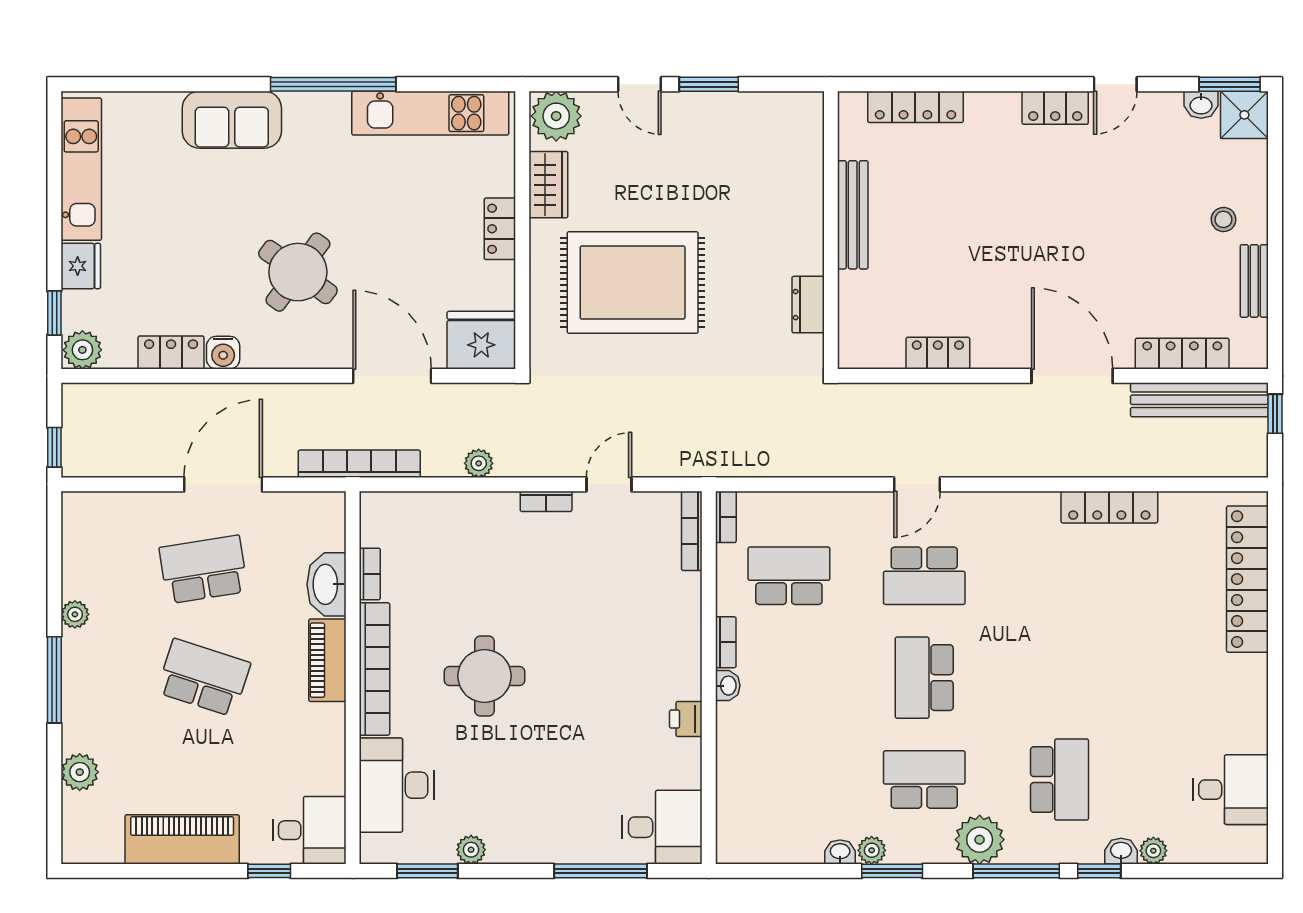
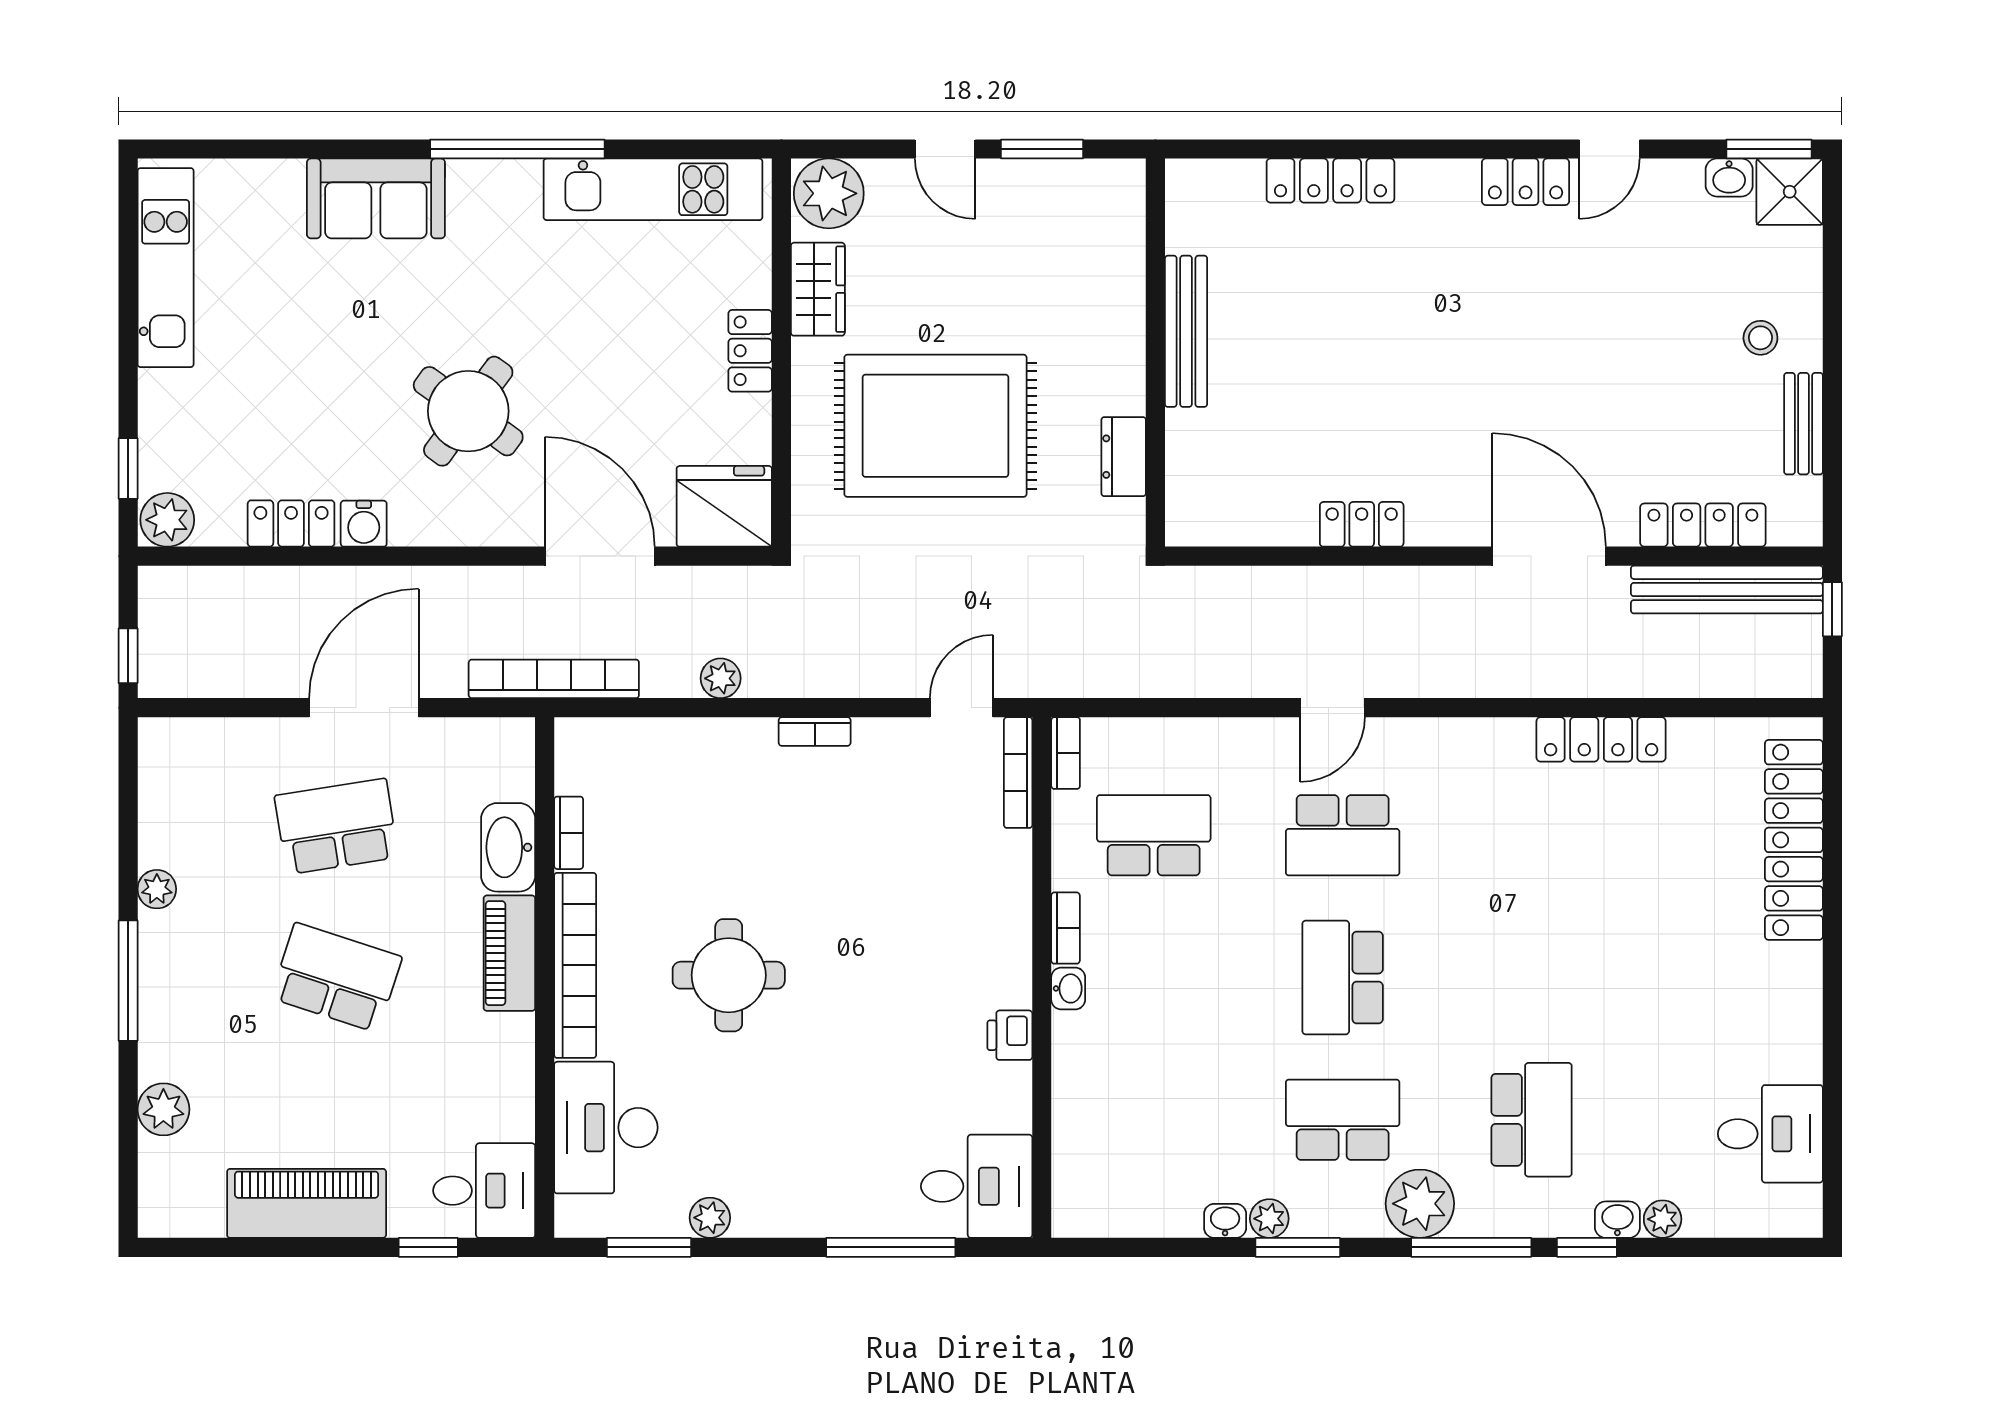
bench: (853, 215) -> (1186, 331), moved
wall: (831, 230) -> (1155, 353), moved
fridge: (81, 266) -> (165, 403), removed
dresser: (808, 305) -> (1124, 457), moved
door: (609, 484) -> (961, 708), moved

